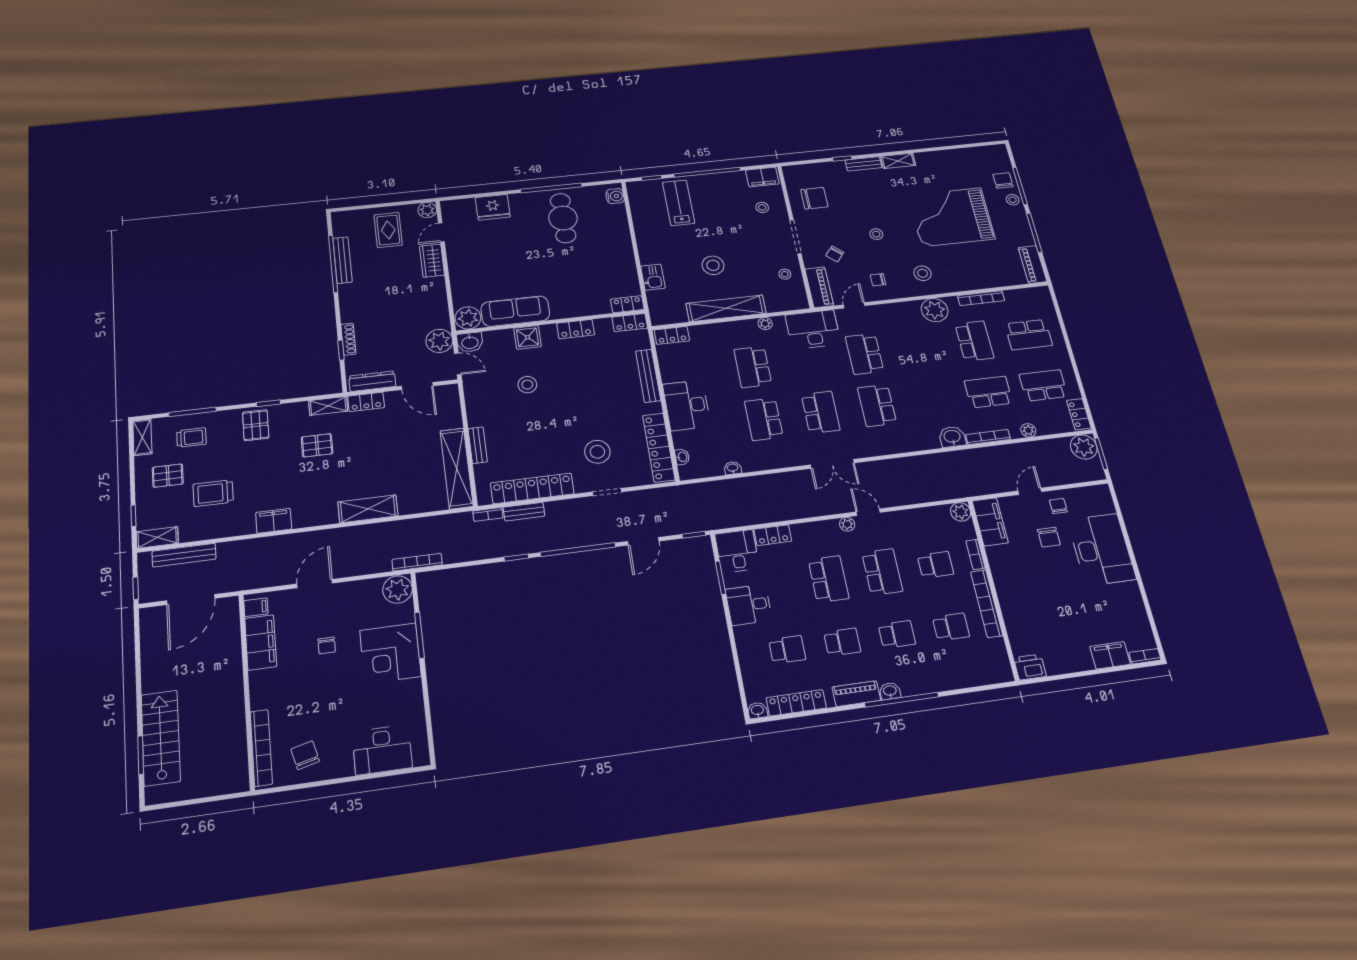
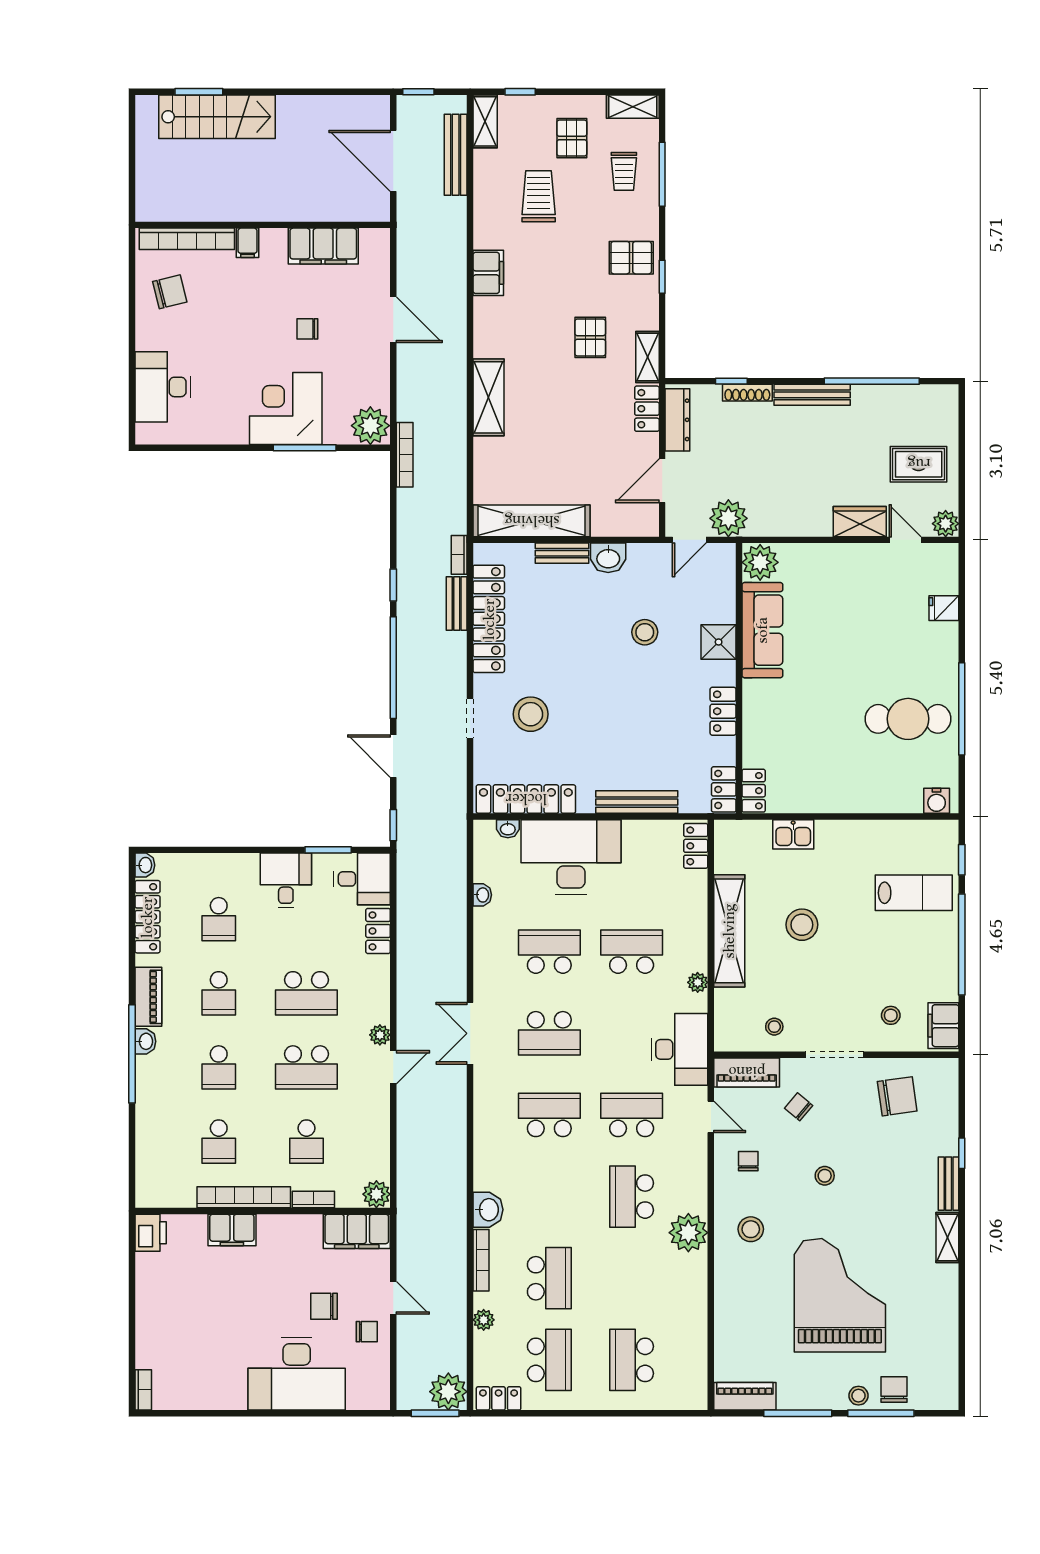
chair: (1003, 180) -> (894, 1390), turned -90
chair: (814, 198) -> (897, 1096), turned -98
fridge: (493, 207) -> (944, 608), width x0.53, depth x0.75
bench: (342, 260) -> (812, 395), moved
bookcase: (981, 298) -> (699, 1306), removed
school desk: (974, 341) -> (632, 1197), moved, turned 90
washbasin: (470, 342) -> (608, 558), moved, turned -90
desk: (687, 405) -> (571, 857), width x1.36, depth x1.30
filing cabinet: (256, 607) -> (248, 243), moved
filing cabinet: (1110, 655) -> (232, 1230), moved, turned 90

